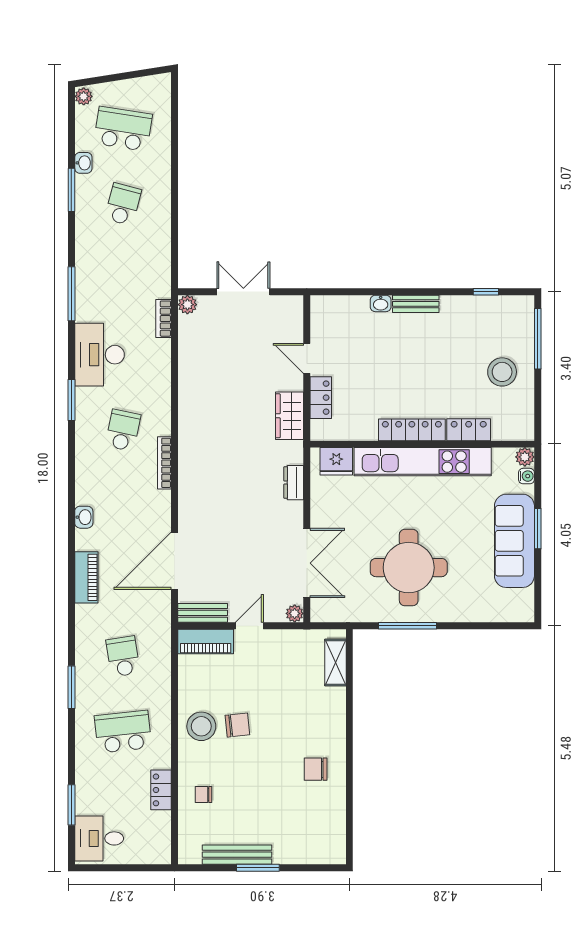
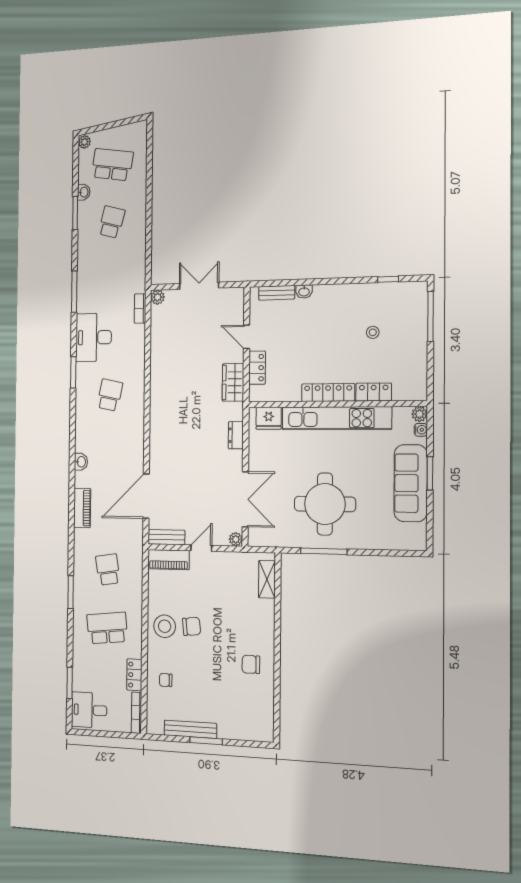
bench: (416, 304) -> (277, 293), moved
stool: (502, 372) -> (373, 332), moved, width x0.53, depth x0.53
bookcase: (164, 463) -> (137, 713), moved

